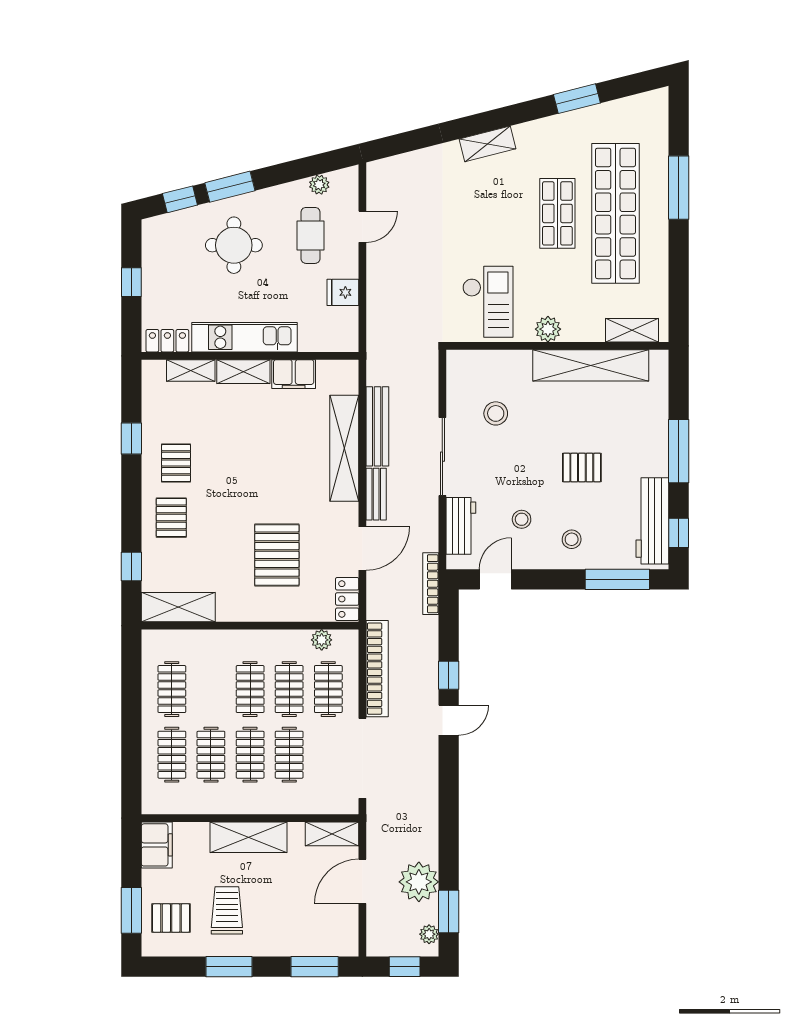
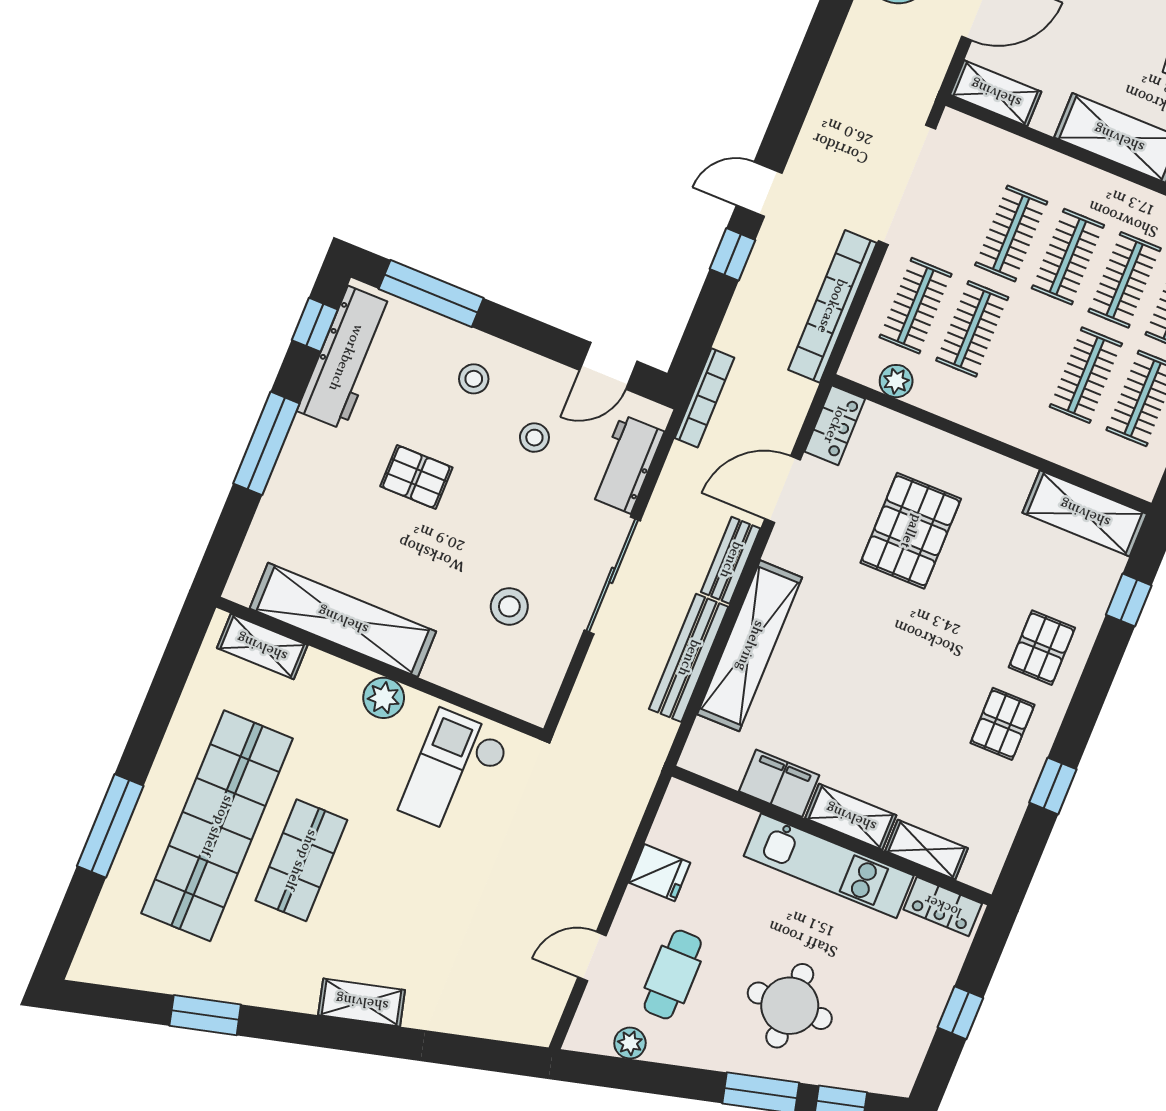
clothes rail: (250, 689) -> (1086, 375), moved

